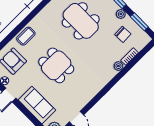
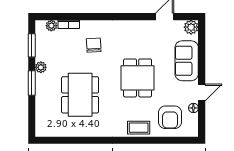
chair: (123, 34) -> (94, 45), moved
plant: (118, 66) -> (51, 26), moved

